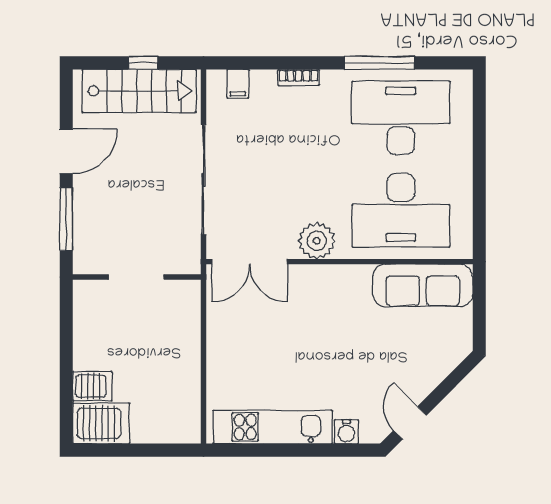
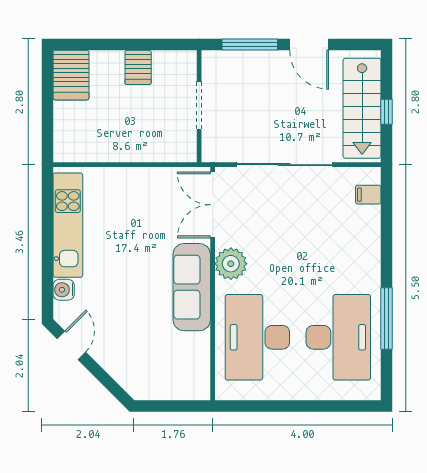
bookcase: (298, 78) -> (374, 248), removed
sofa: (423, 285) -> (192, 287), moved
server rack: (92, 386) -> (138, 67), moved
door: (410, 423) -> (71, 345), hinge flipped

